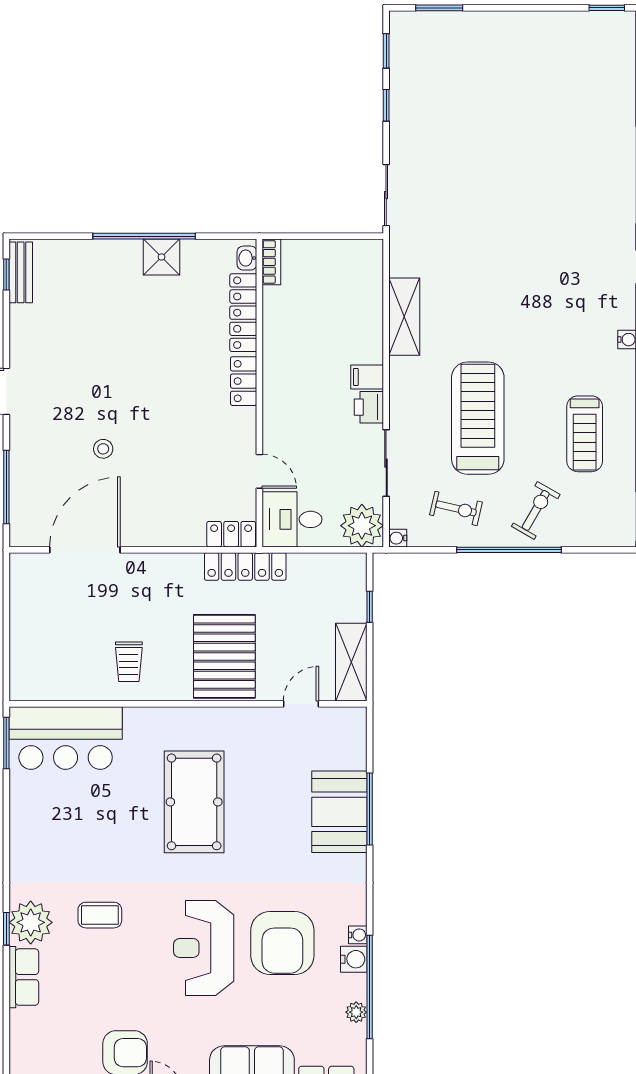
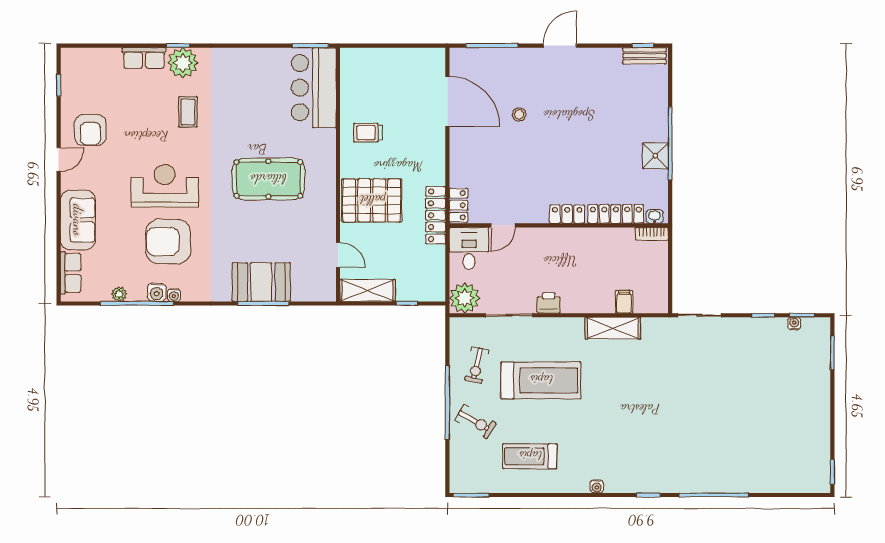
filing cabinet: (367, 377) -> (624, 302), moved
water cooler: (398, 538) -> (794, 324), moved

